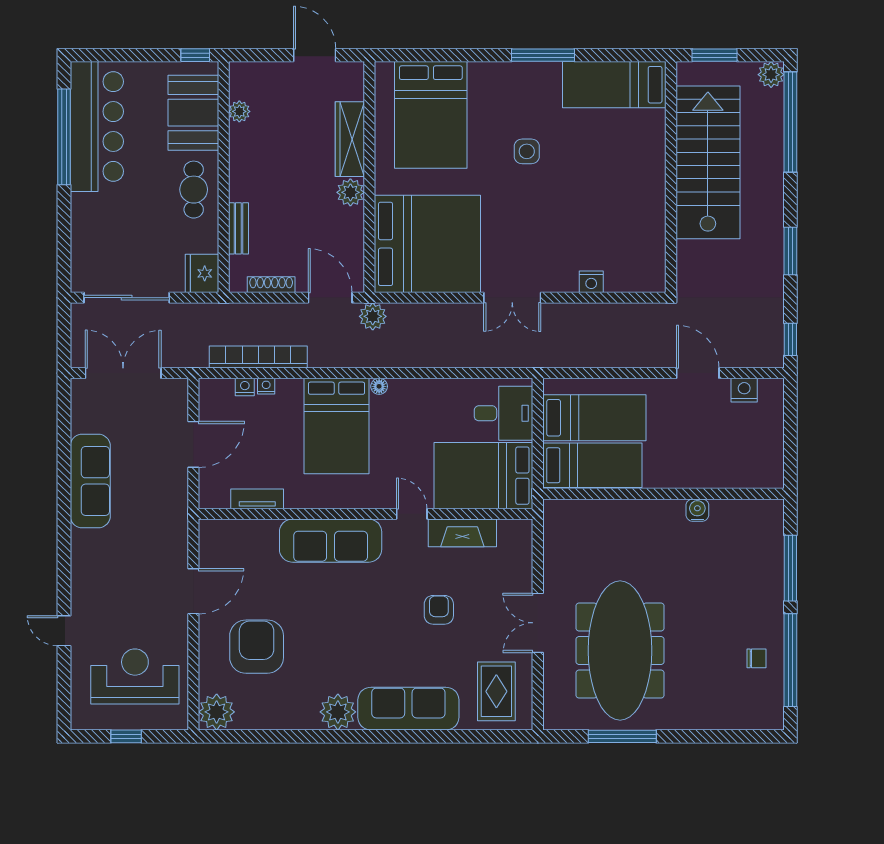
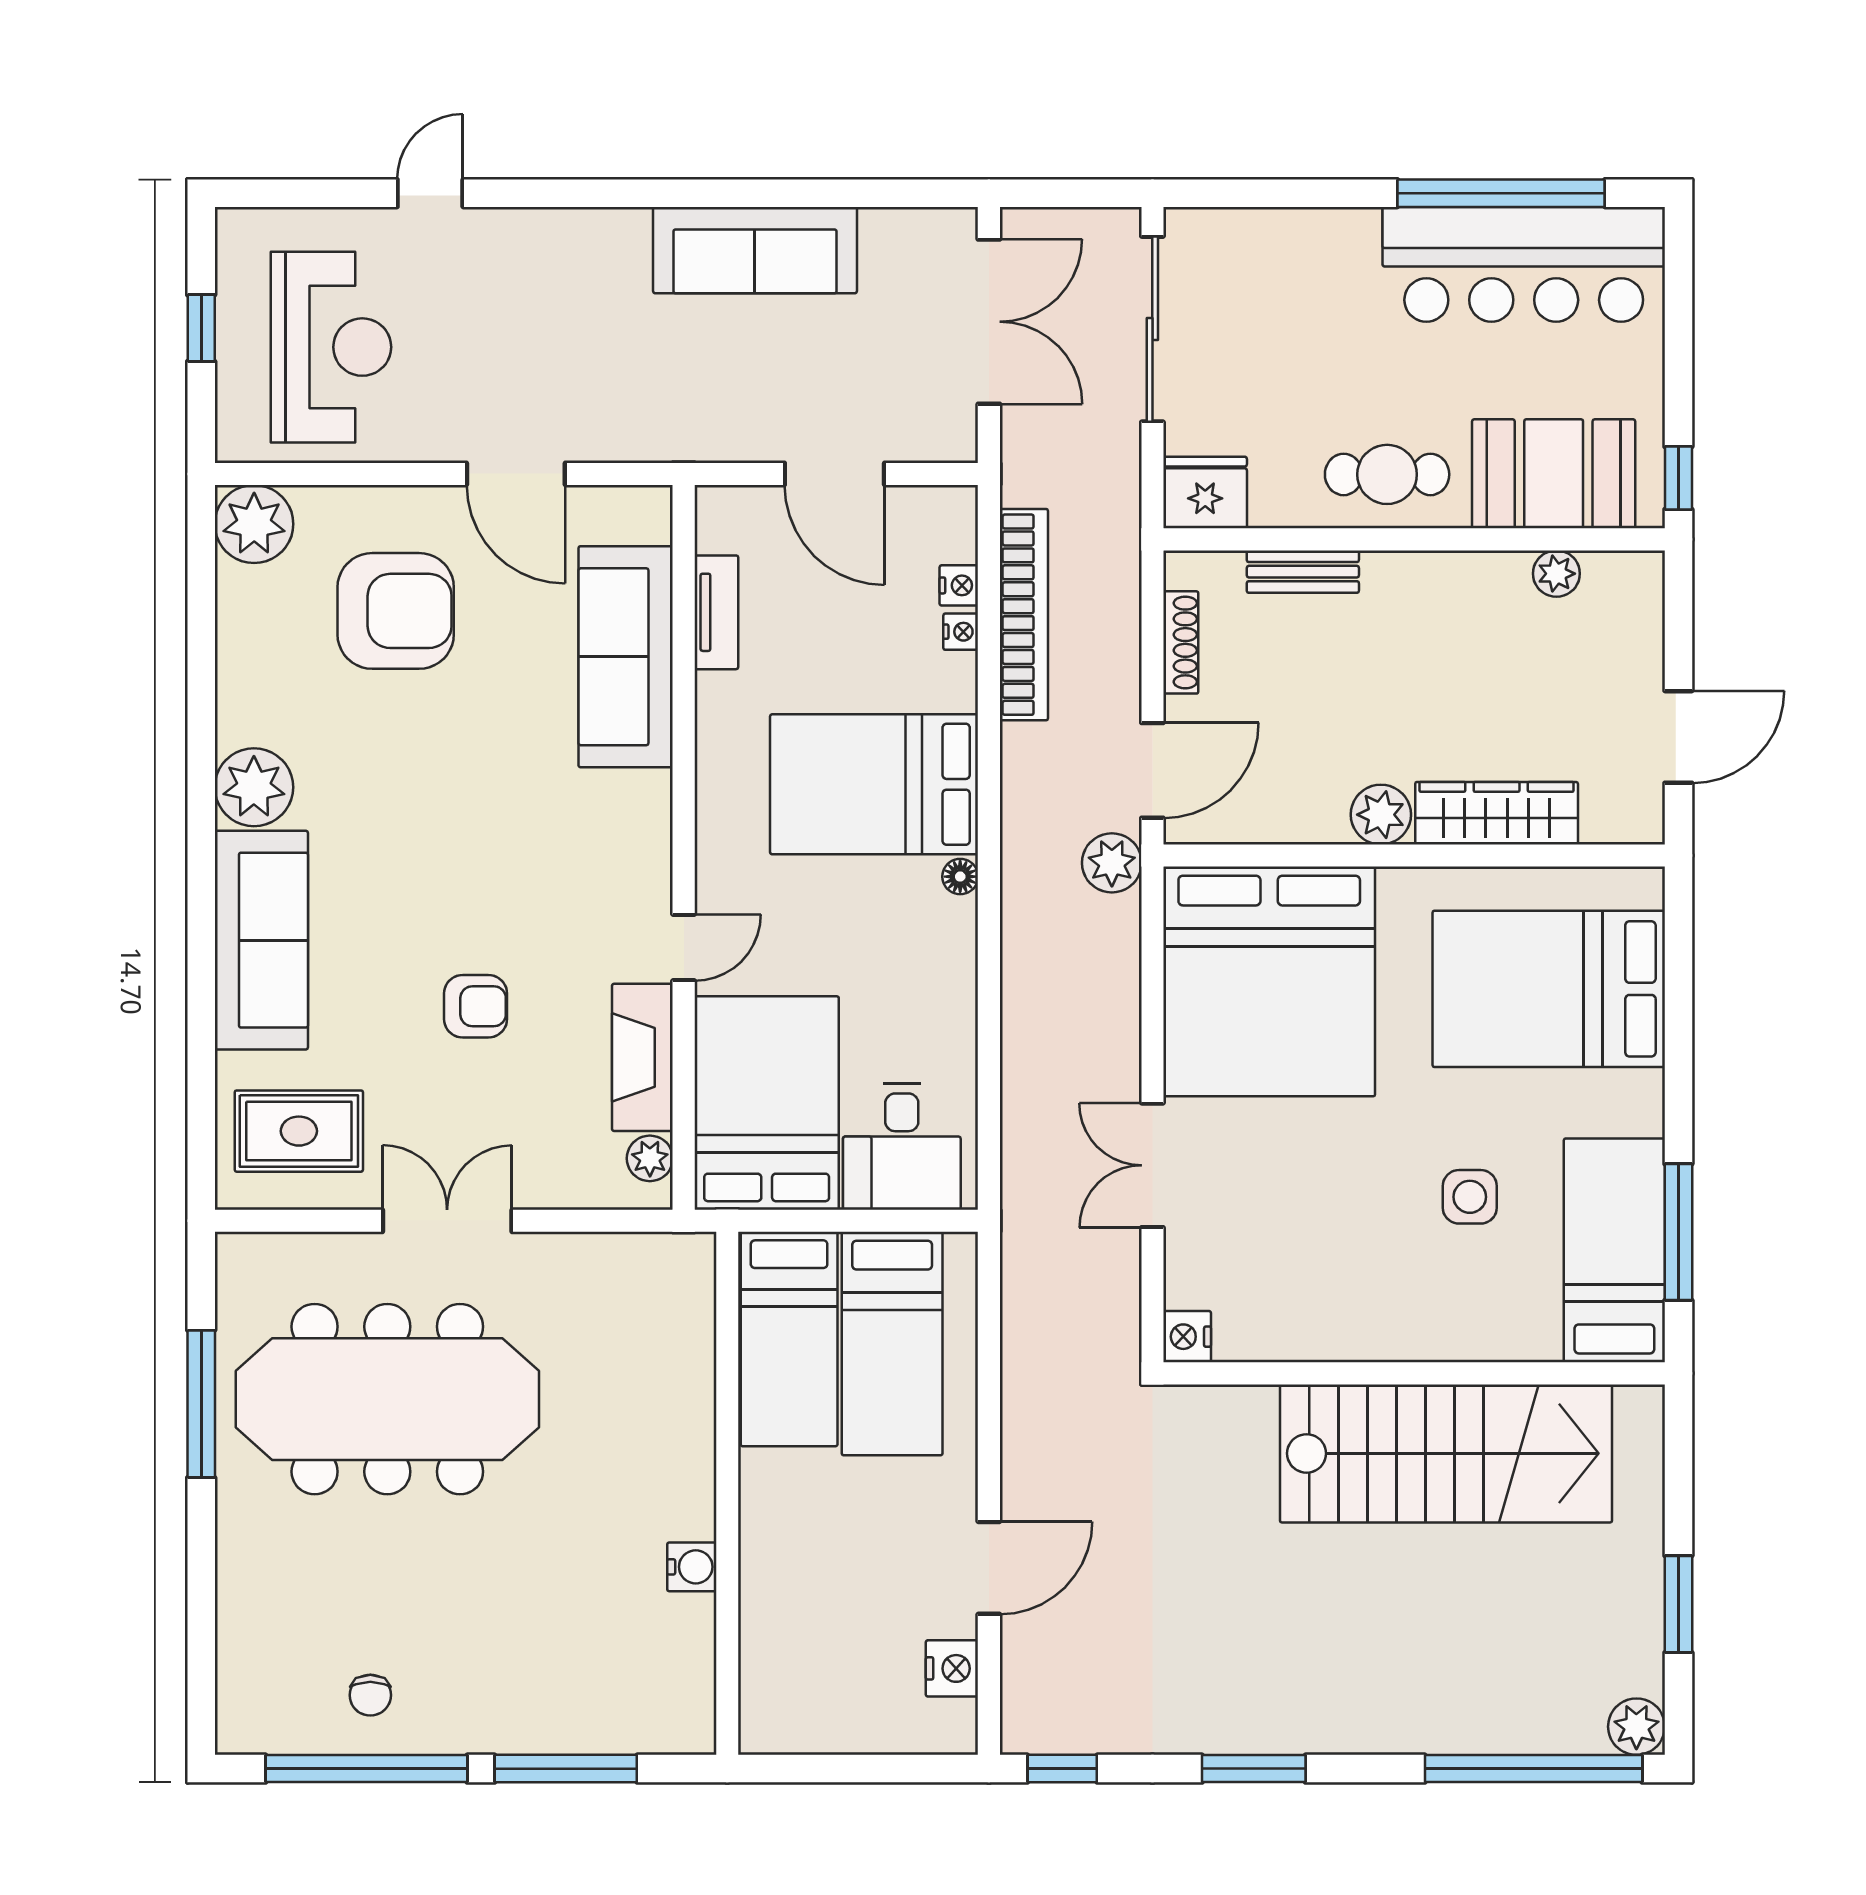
bed: (614, 85) -> (1614, 1250), moved
stairs: (708, 162) -> (1446, 1453), moved
wall: (671, 177) -> (1414, 1373), moved
plant: (509, 529) -> (650, 1158), added
sofa: (331, 541) -> (626, 657), moved

